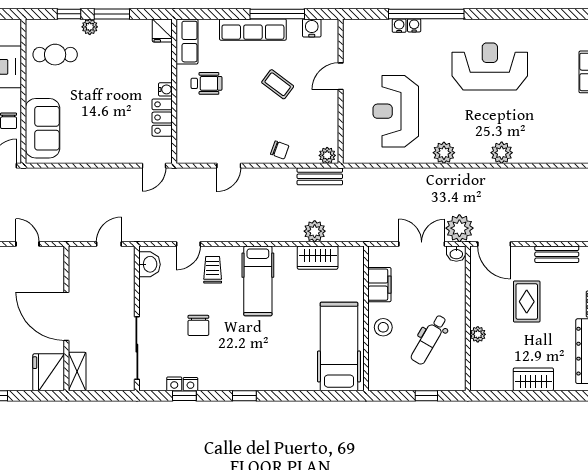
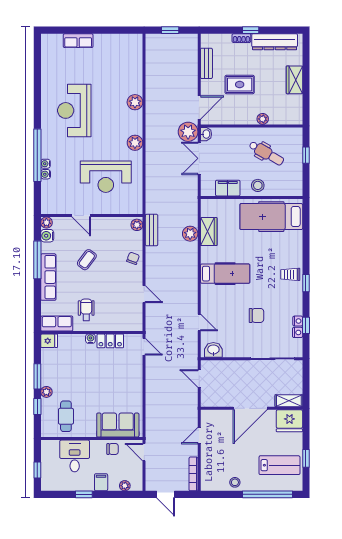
plant: (331, 27) -> (46, 223), added
trolley: (213, 270) -> (290, 274), moved

